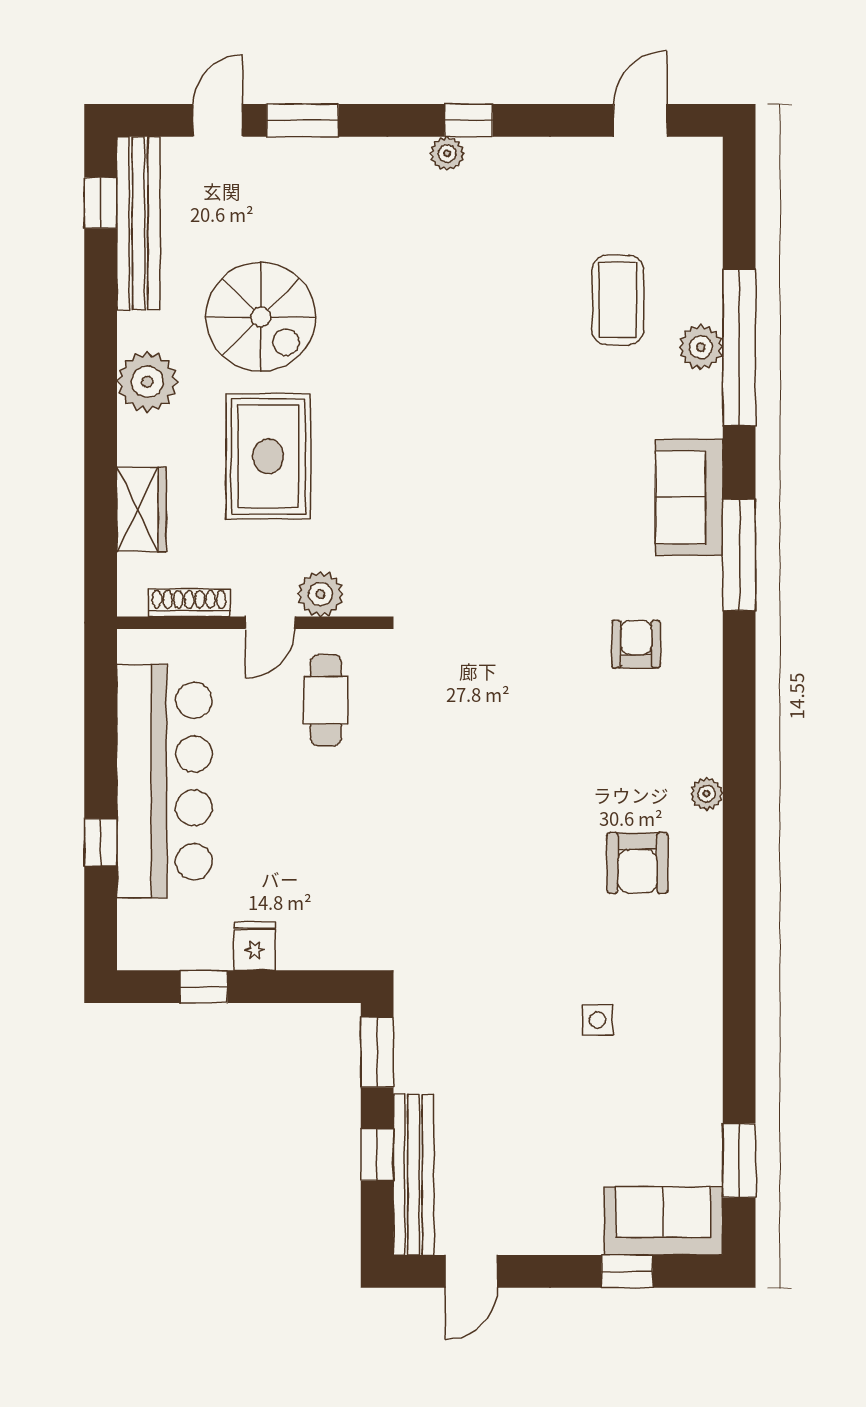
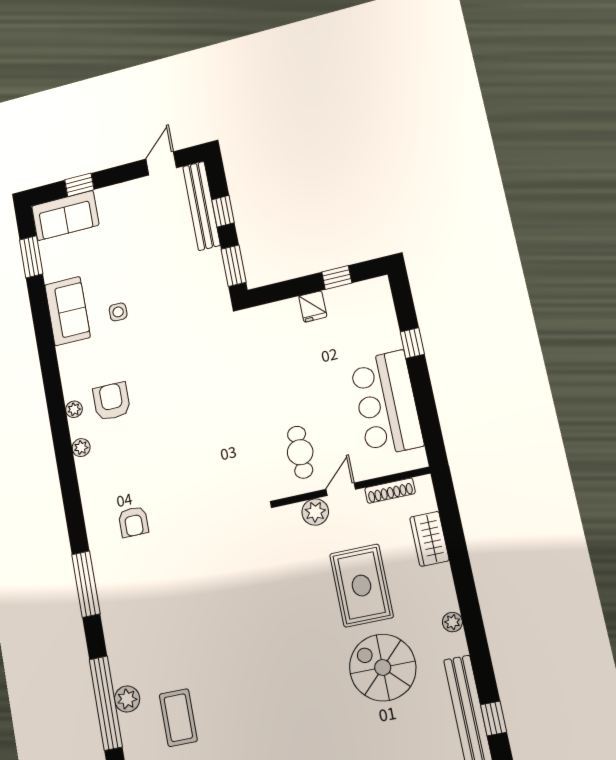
plant: (147, 382) -> (452, 622), width x0.53, depth x0.53
sofa: (689, 497) -> (67, 311), moved
bar counter: (164, 781) -> (387, 404), width x0.73
plant: (708, 865) -> (74, 409), added

